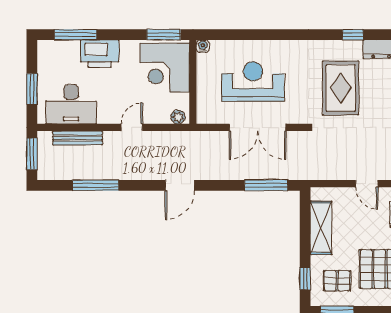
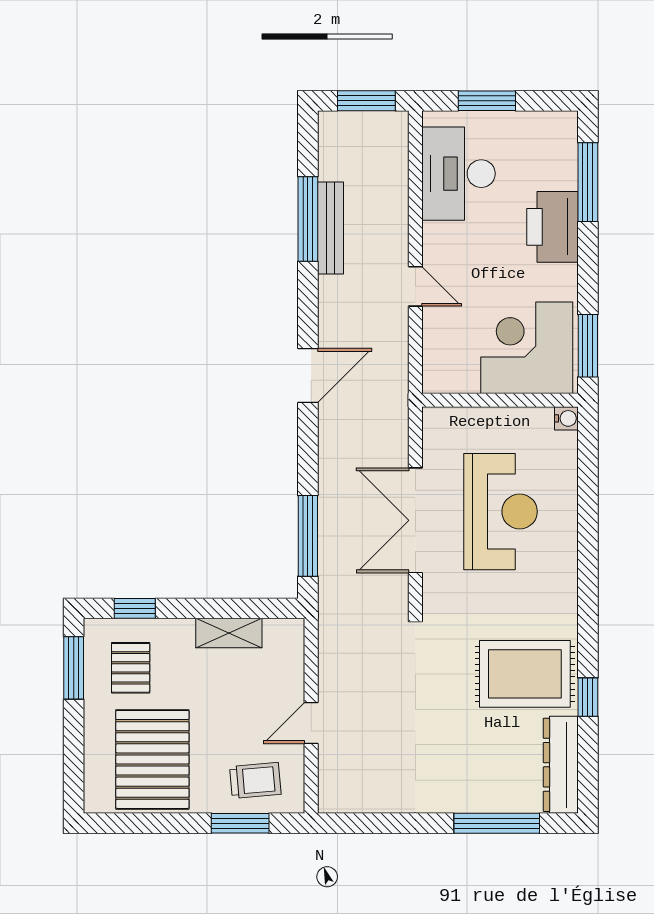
rug: (341, 88) -> (525, 674), moved
plant: (178, 117) -> (435, 372), removed
bench: (78, 138) -> (331, 228), moved
door: (180, 185) -> (308, 376), swing flipped
shelving: (321, 228) -> (229, 633), width x0.67, depth x0.75

